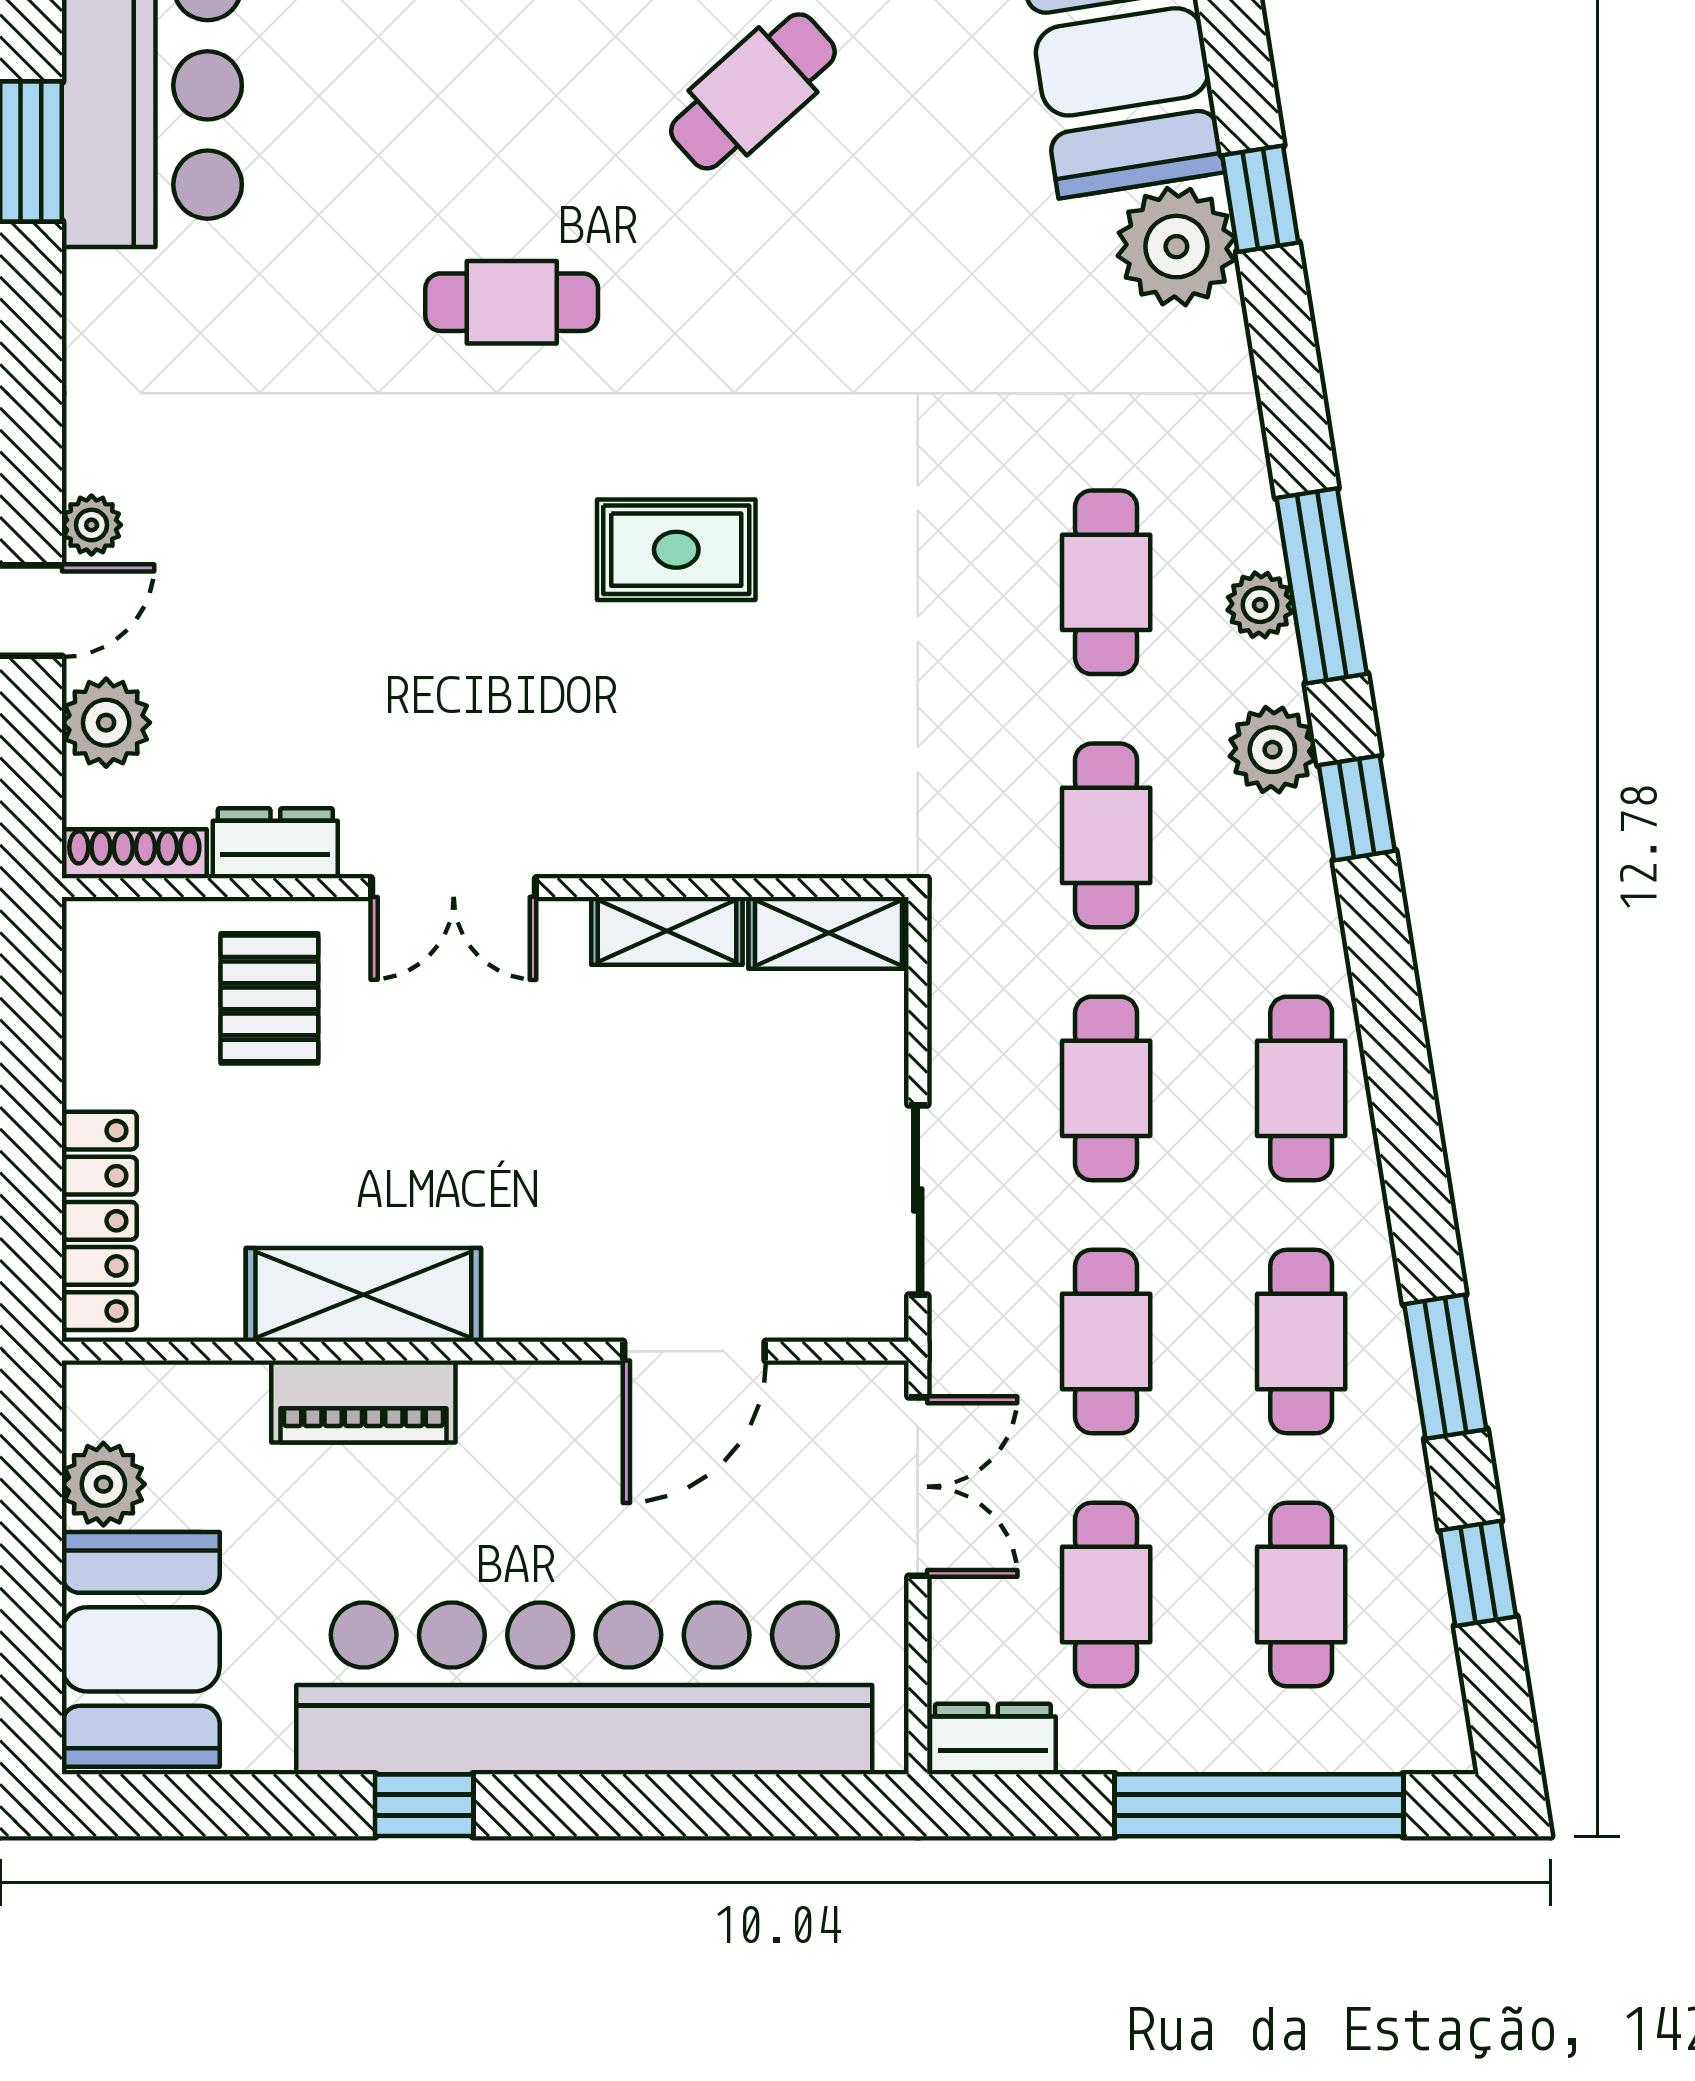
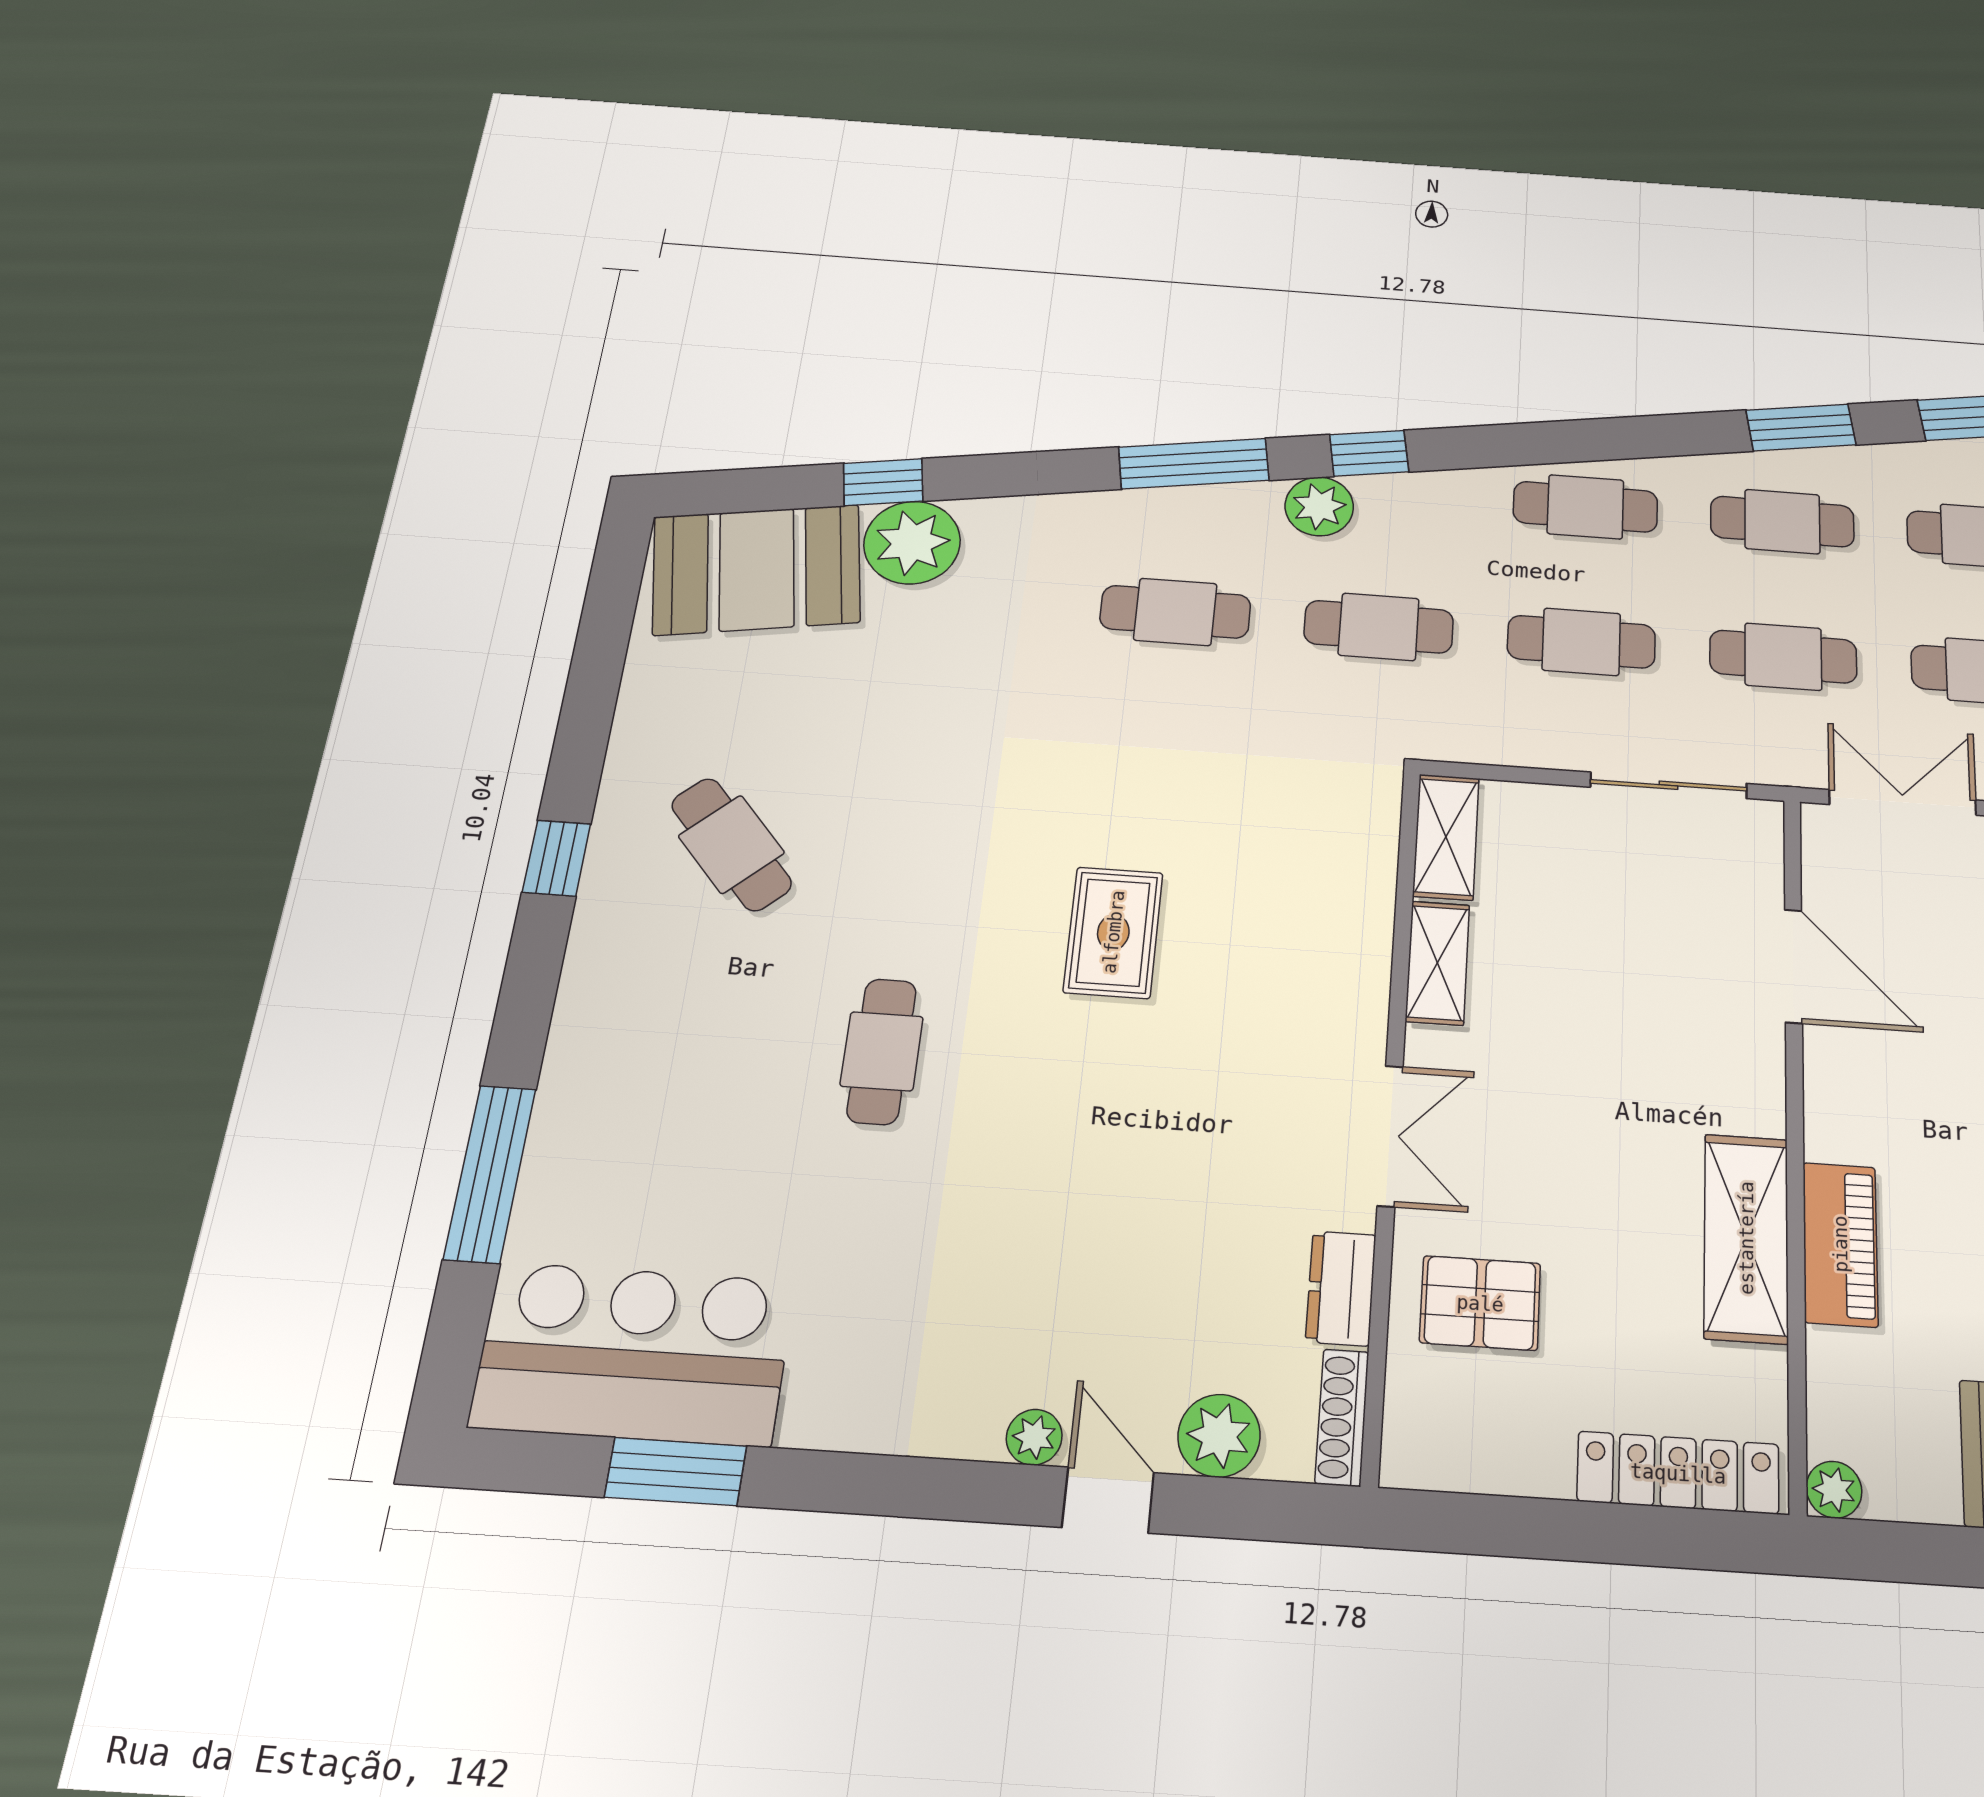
plant: (1260, 605) -> (1204, 506), removed
plant: (103, 1484) -> (1834, 1490), moved, width x0.73, depth x0.73

